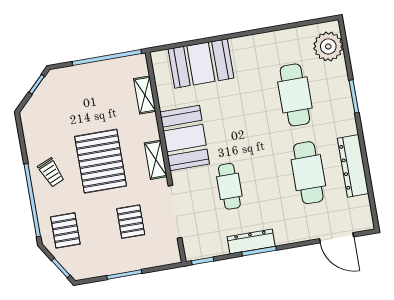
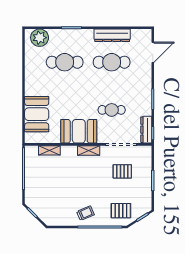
pallet: (101, 161) -> (84, 183), removed
dresser: (251, 242) -> (146, 130), moved

